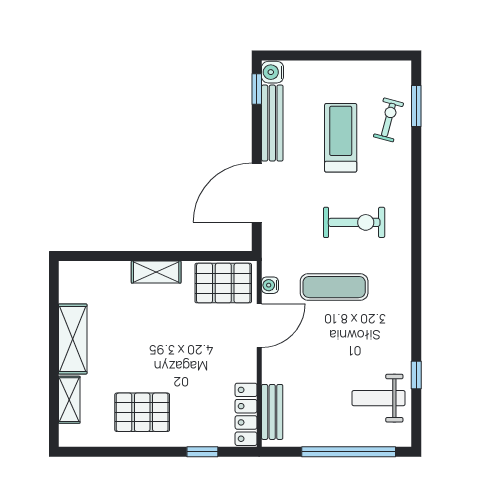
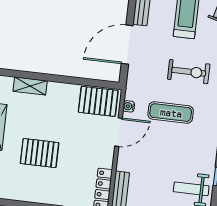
shelving: (156, 272) -> (30, 86), moved
pallet: (142, 412) -> (40, 153), moved

